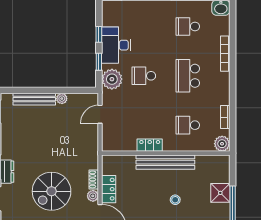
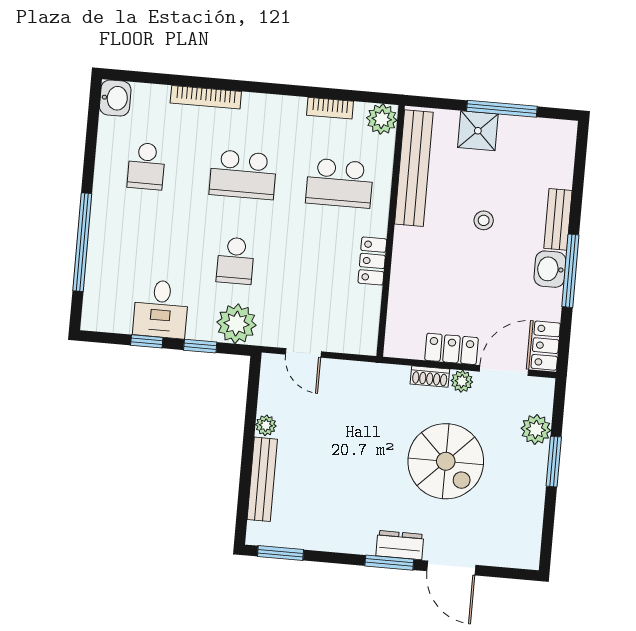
desk: (116, 45) -> (161, 309), width x0.73
school desk: (188, 125) -> (340, 183), width x1.85
bench: (165, 162) -> (414, 168), moved

